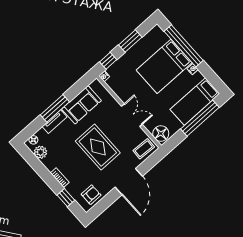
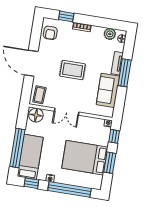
bed: (164, 66) -> (85, 158), moved, turned -90
window: (212, 78) -> (31, 183), added
rug: (98, 147) -> (73, 70), width x0.73, depth x0.70

